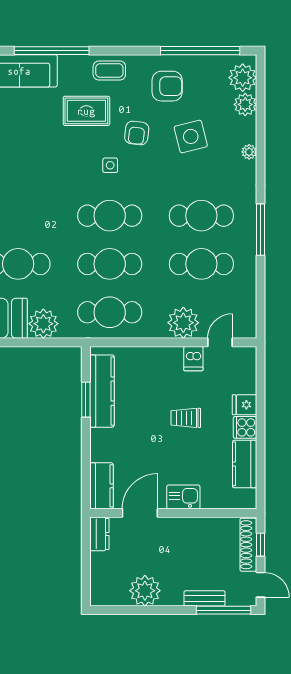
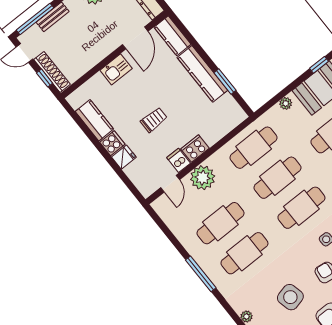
plant: (43, 324) -> (286, 103), width x0.53, depth x0.53
cooker: (168, 357) -> (195, 149), added
kitchen counter: (102, 391) -> (202, 74), moved

